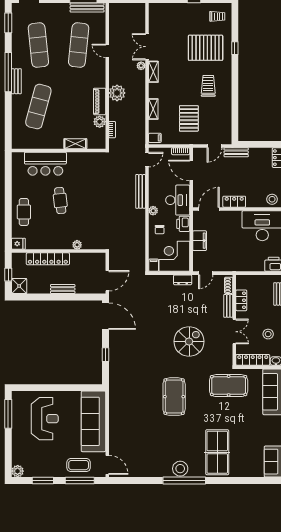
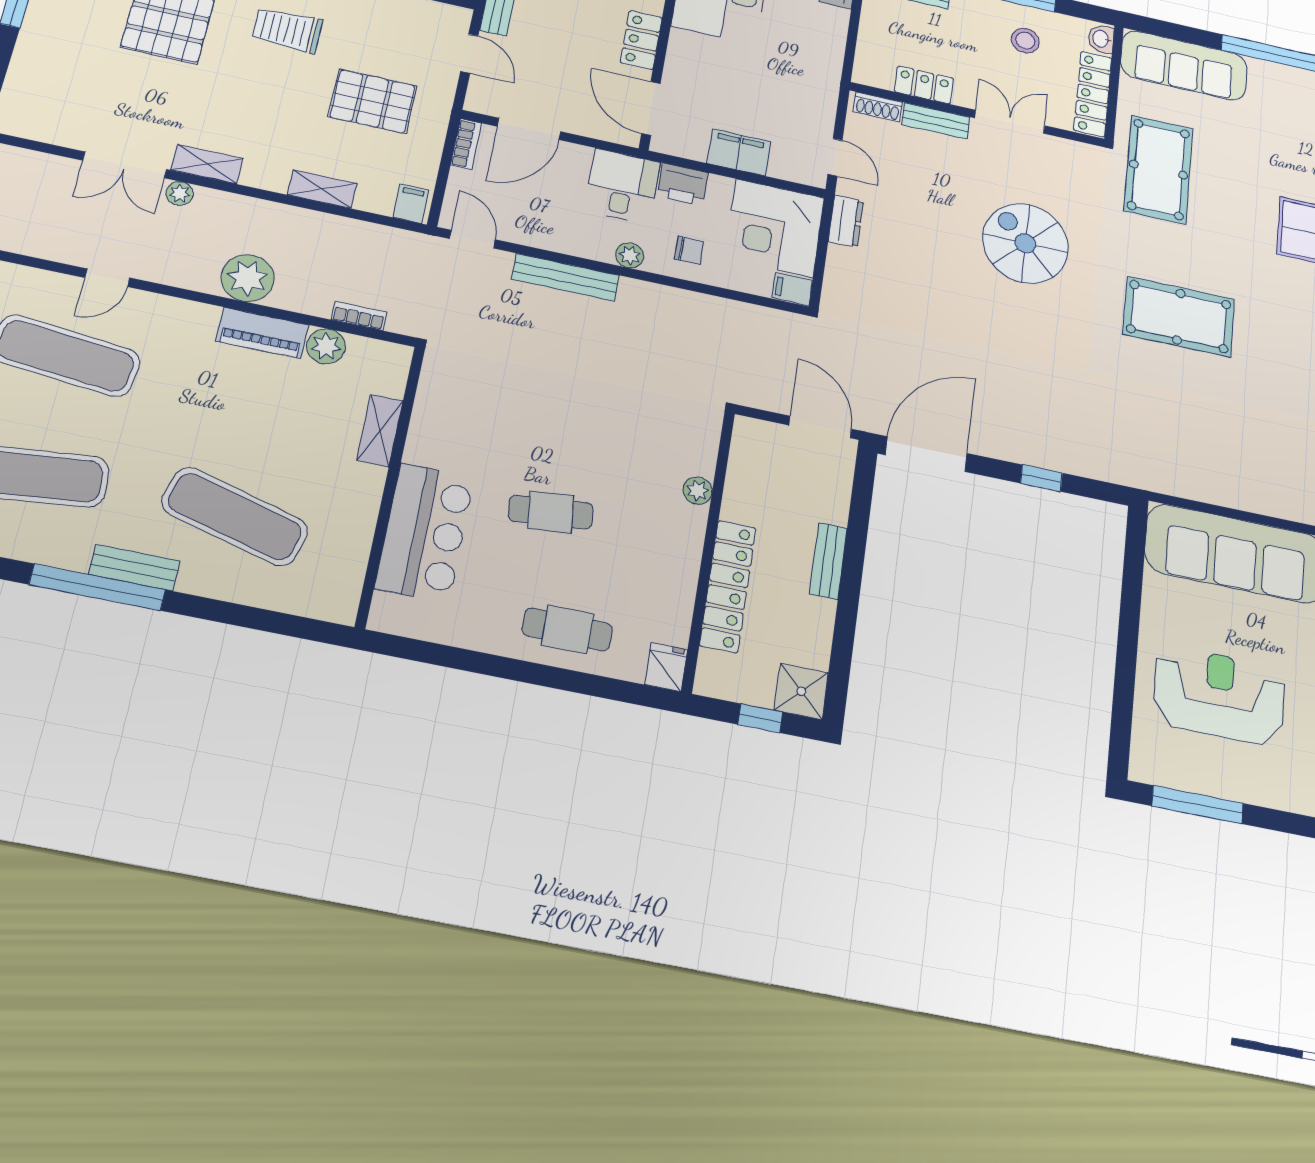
desk: (178, 200) -> (622, 186), width x0.73

